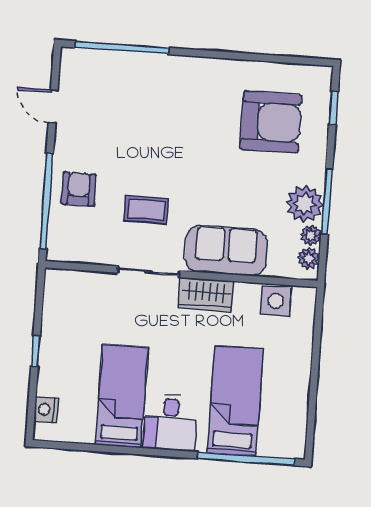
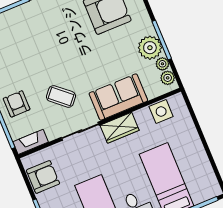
coffee table: (146, 210) -> (61, 96), turned 41
fireplace: (72, 252) -> (31, 142), added
armchair: (64, 310) -> (43, 177), added

